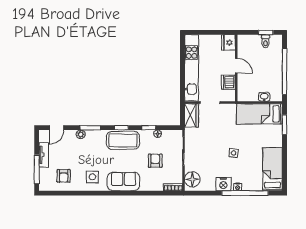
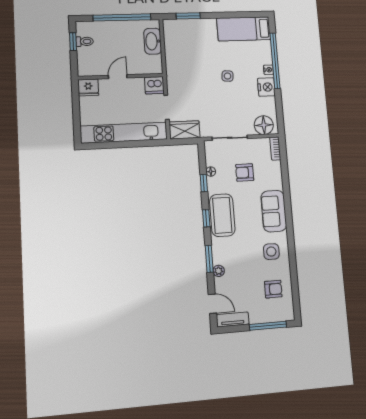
dishwasher: (228, 82) -> (154, 85), moved
washbasin: (264, 97) -> (153, 41), width x1.91, depth x1.45
bed: (259, 114) -> (177, 46), removed
tv unit: (44, 155) -> (233, 319), moved

